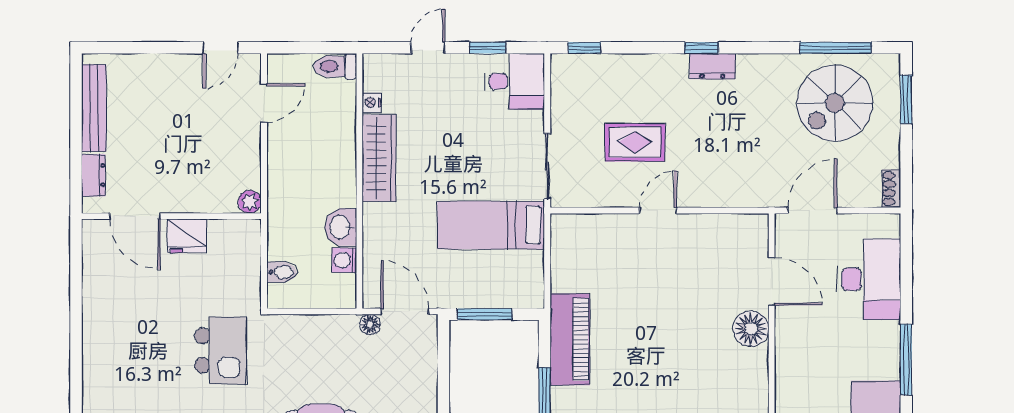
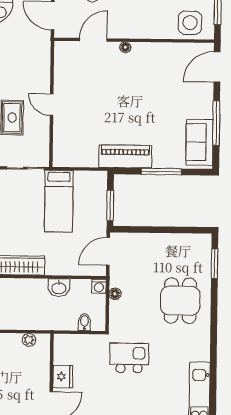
plant: (250, 202) -> (29, 340), moved
washing machine: (344, 260) -> (99, 286), moved
floor lamp: (370, 325) -> (115, 294), moved
floor lamp: (751, 329) -> (125, 47), width x0.53, depth x0.53

